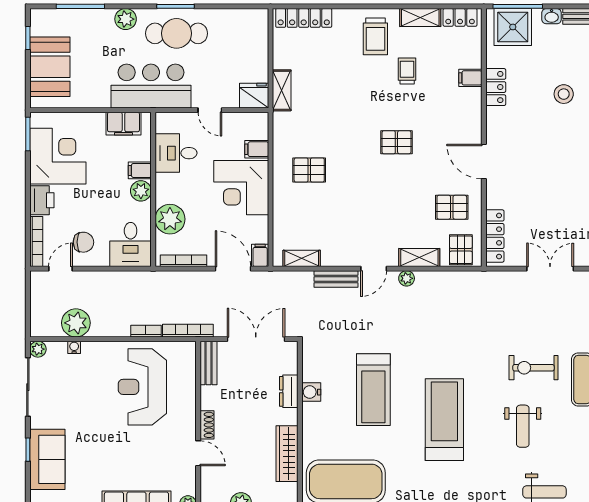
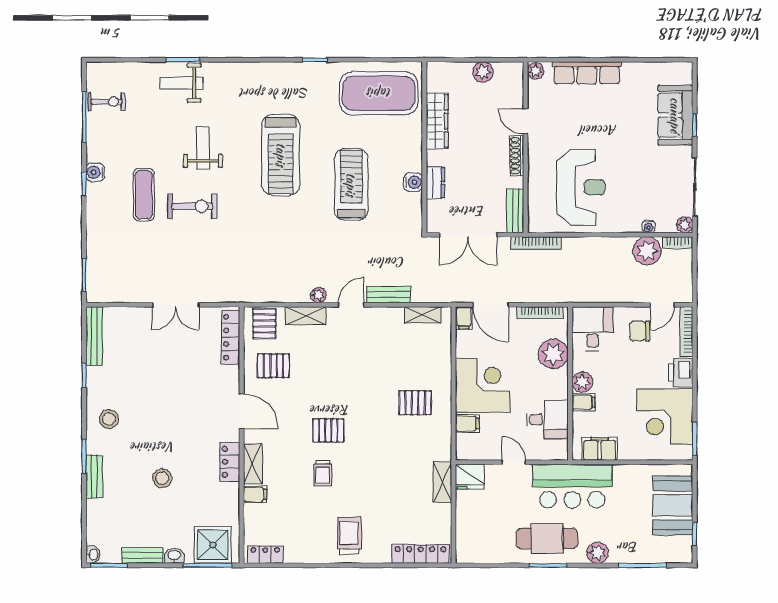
shelving: (420, 18) -> (253, 464), moved, turned 90
trolley: (407, 71) -> (323, 473), moved
locker: (496, 87) -> (230, 462), moved
bookcase: (146, 331) -> (678, 243), moved
shoe rack: (207, 425) -> (517, 156), width x1.43

